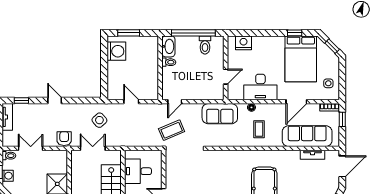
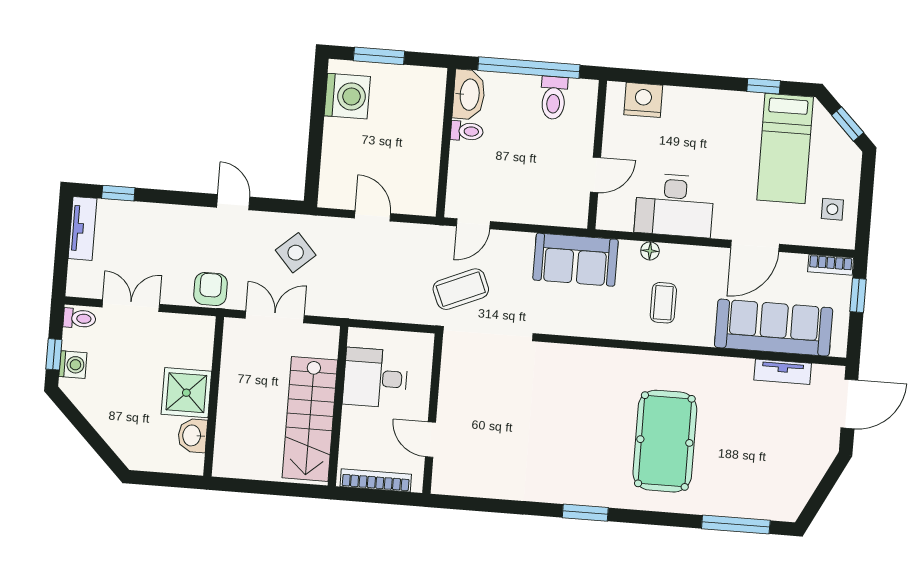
bed: (301, 59) -> (785, 148), width x0.67
door: (55, 101) -> (233, 202), moved

